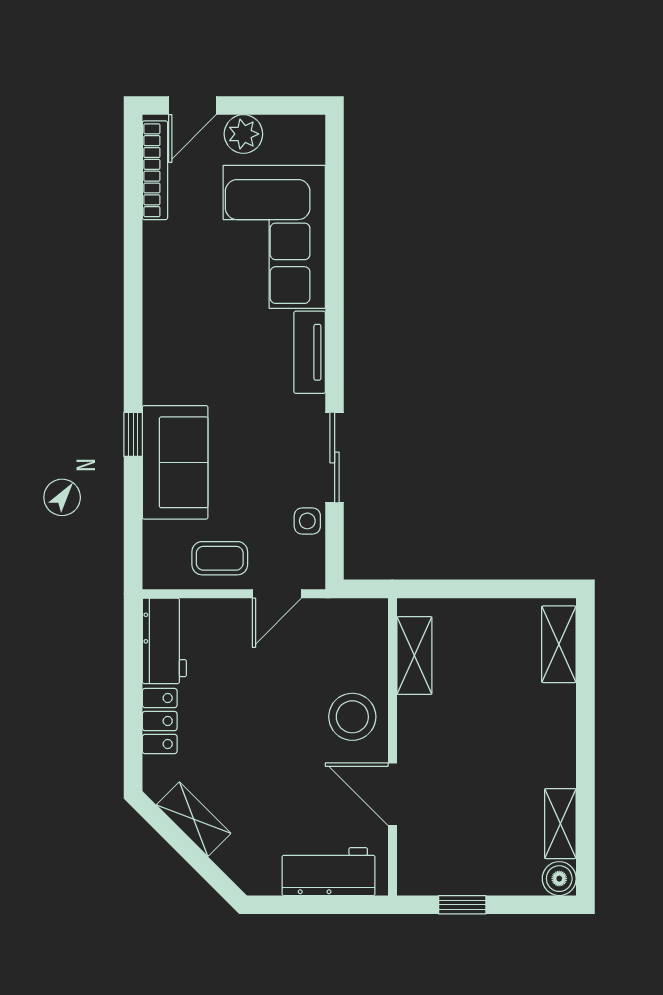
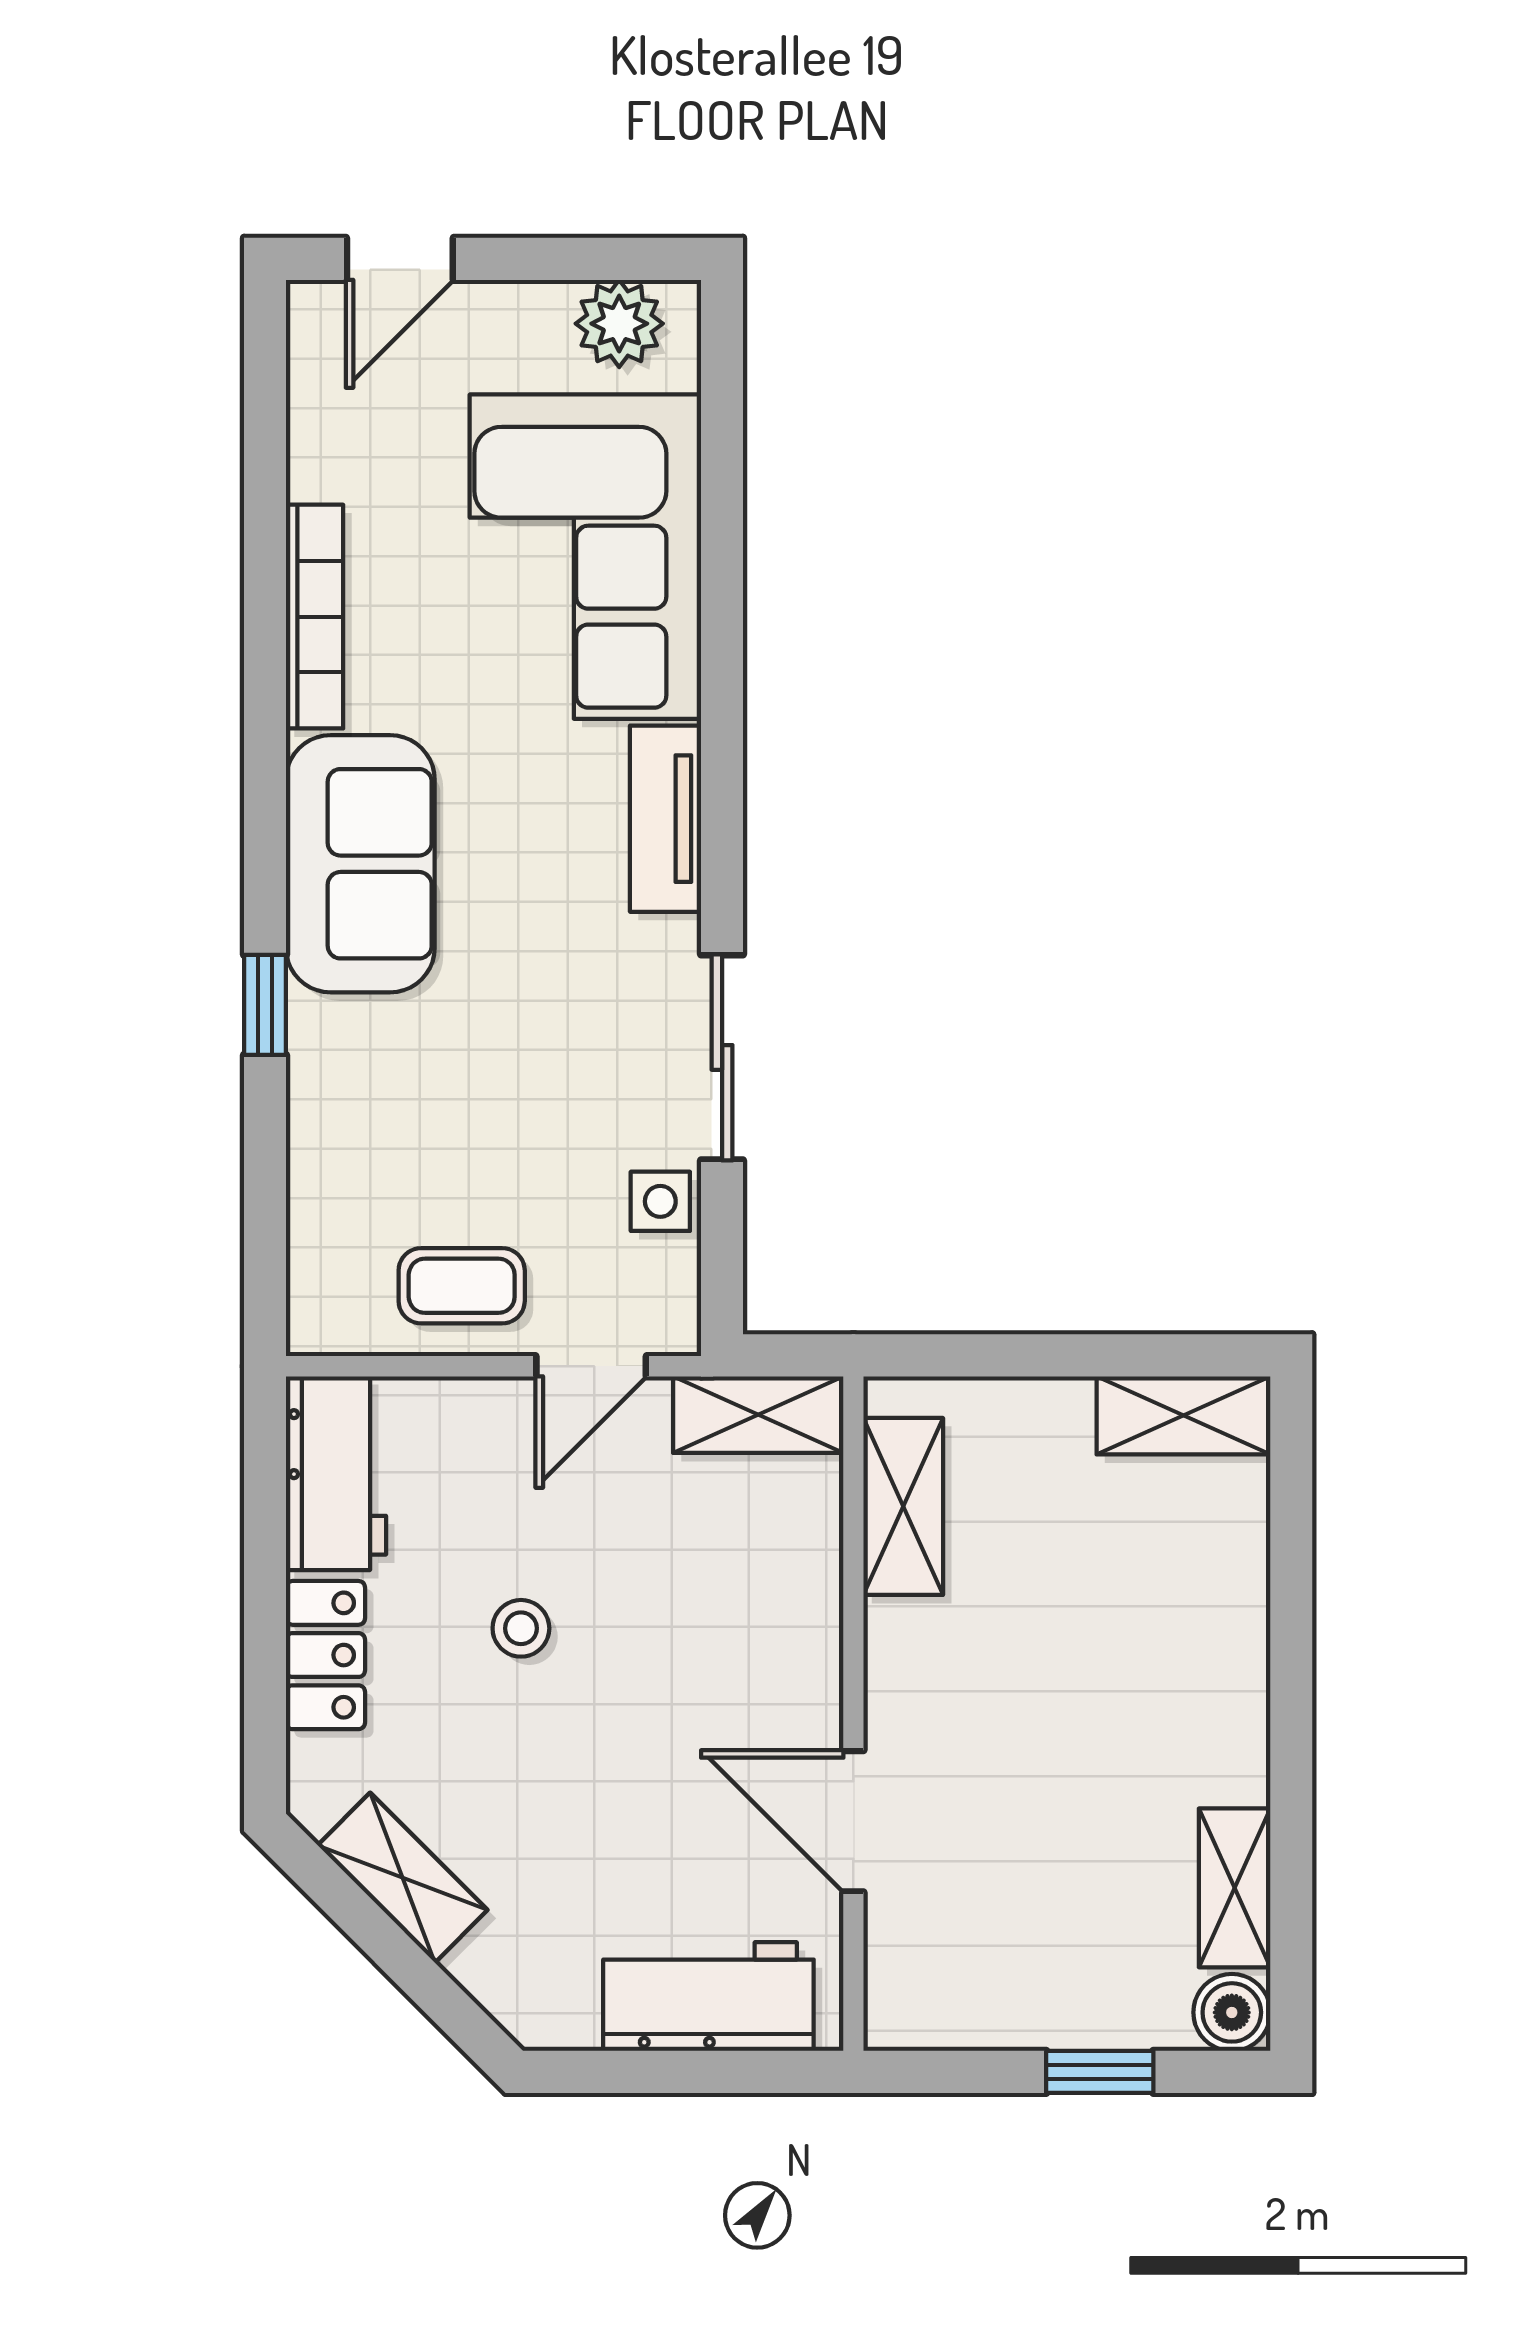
plant: (243, 134) -> (619, 324), moved
bookcase: (155, 170) -> (315, 617), moved
sofa: (175, 462) -> (360, 864), moved
shelving: (350, 615) -> (758, 1415), added
shelving: (559, 644) -> (1183, 1415), moved, turned 90
stool: (352, 717) -> (521, 1628), moved, width x0.53, depth x0.53
window: (462, 905) -> (1100, 2072), moved

